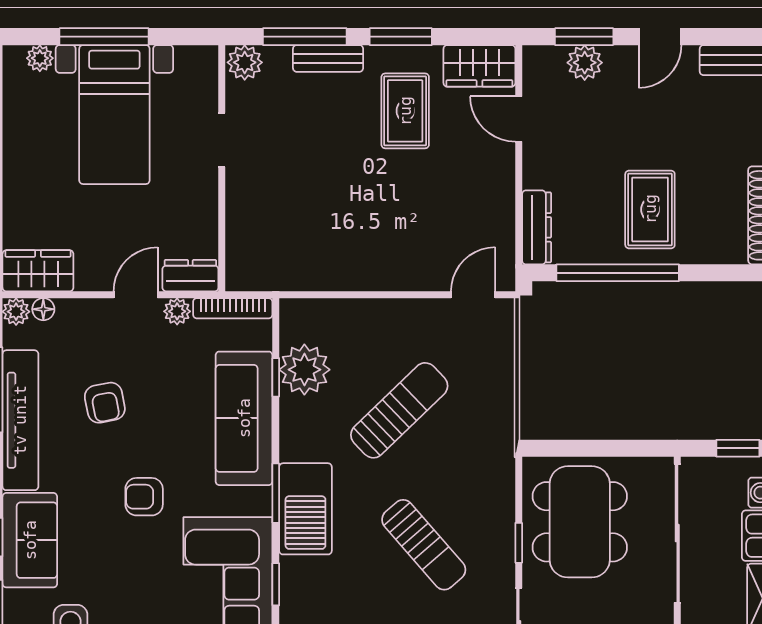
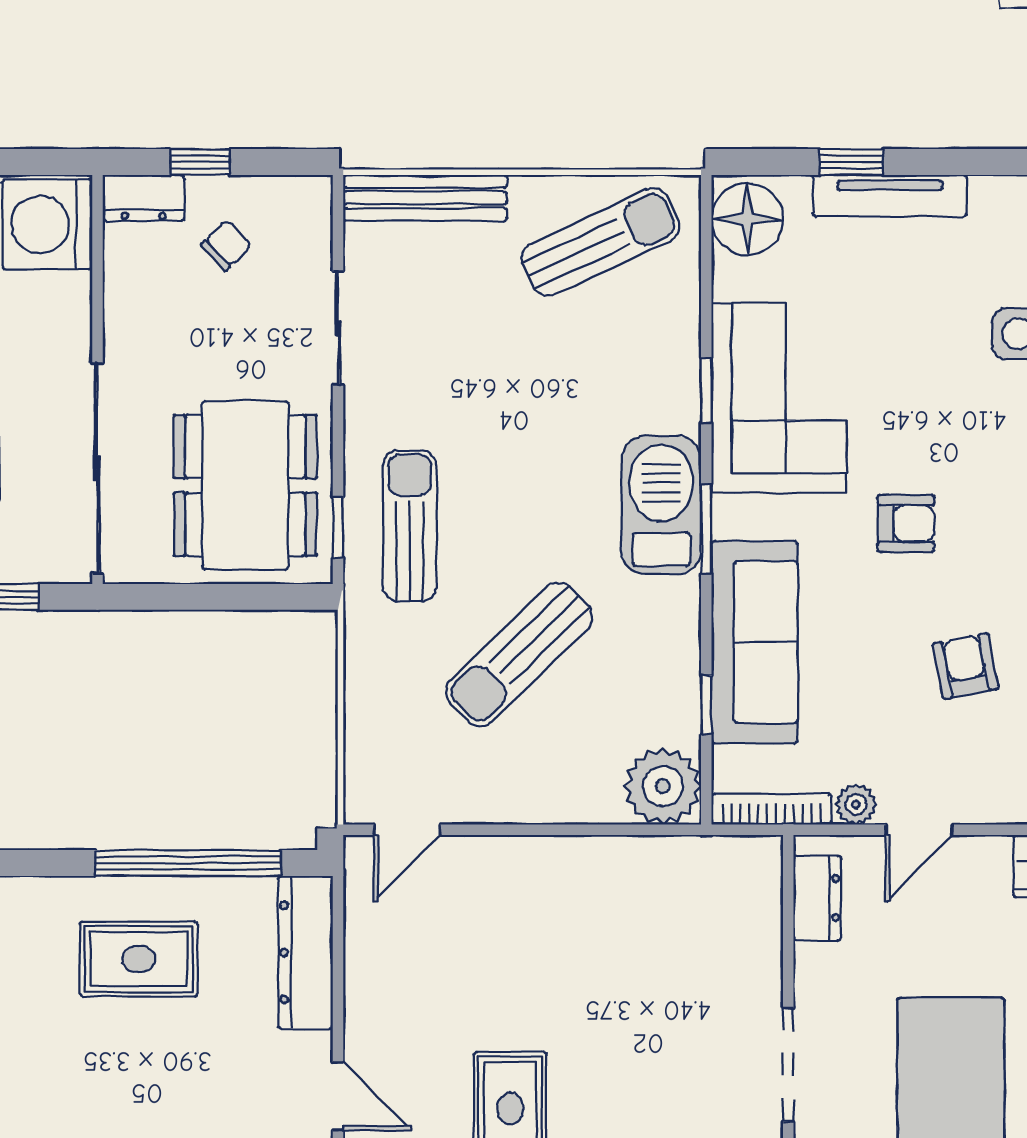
doorway: (222, 140) -> (788, 1065), width x1.38
rug: (650, 209) -> (139, 959), turned 90
dresser: (537, 227) -> (305, 952), width x1.37, depth x1.24
dresser: (190, 276) -> (817, 898), moved, turned -90
plant: (304, 370) -> (663, 786), moved
window: (519, 543) -> (338, 527), moved
sun lounger: (424, 545) -> (410, 526), moved, turned 41

